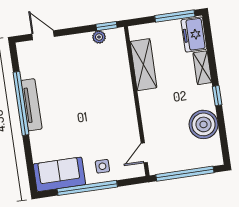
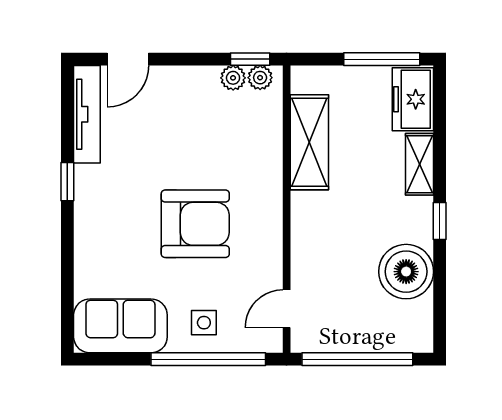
door: (43, 35) -> (128, 59), swing flipped
plant: (113, 35) -> (260, 78), added
window: (21, 103) -> (67, 182), width x0.32
tv unit: (31, 105) -> (87, 114), moved
armchair: (90, 116) -> (195, 224), added
window: (87, 188) -> (208, 359), moved

